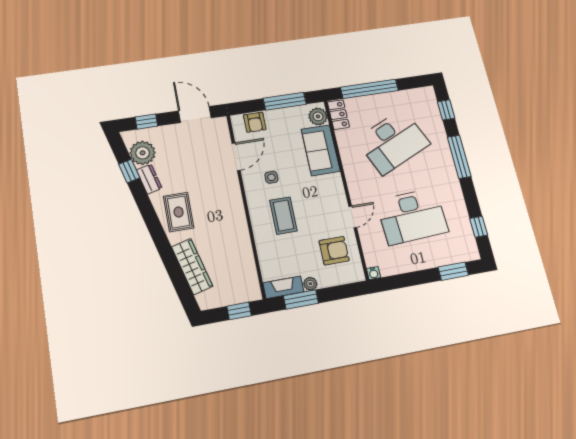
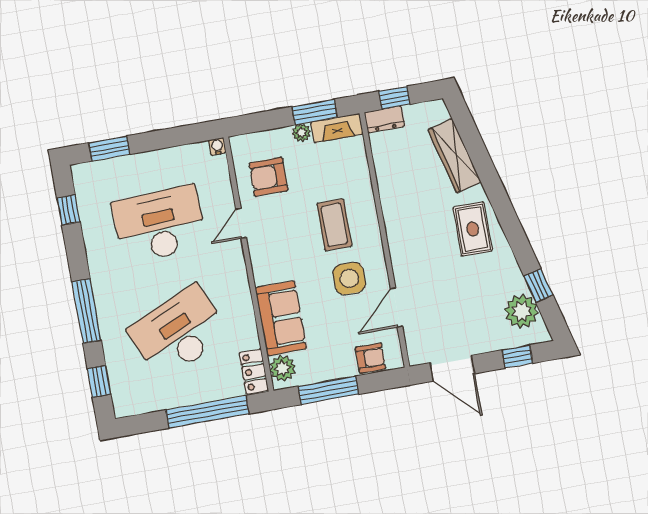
armchair: (255, 122) -> (370, 358), turned 90
side table: (271, 177) -> (349, 278), width x1.87, depth x1.87
dresser: (149, 179) -> (384, 119), moved, turned -76

